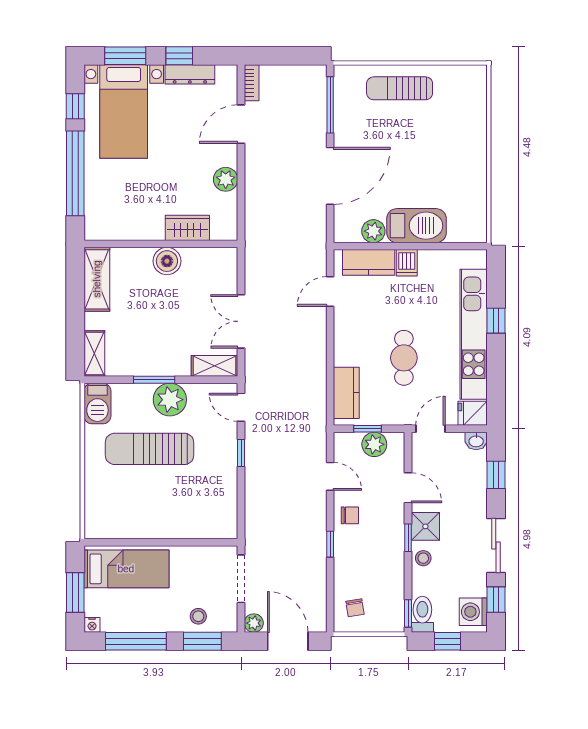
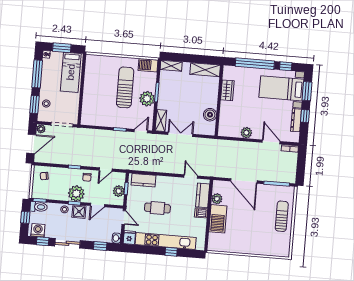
wardrobe: (187, 228) -> (227, 90), moved
boiler: (167, 261) -> (210, 115), moved
plant: (387, 535) -> (76, 193), added

